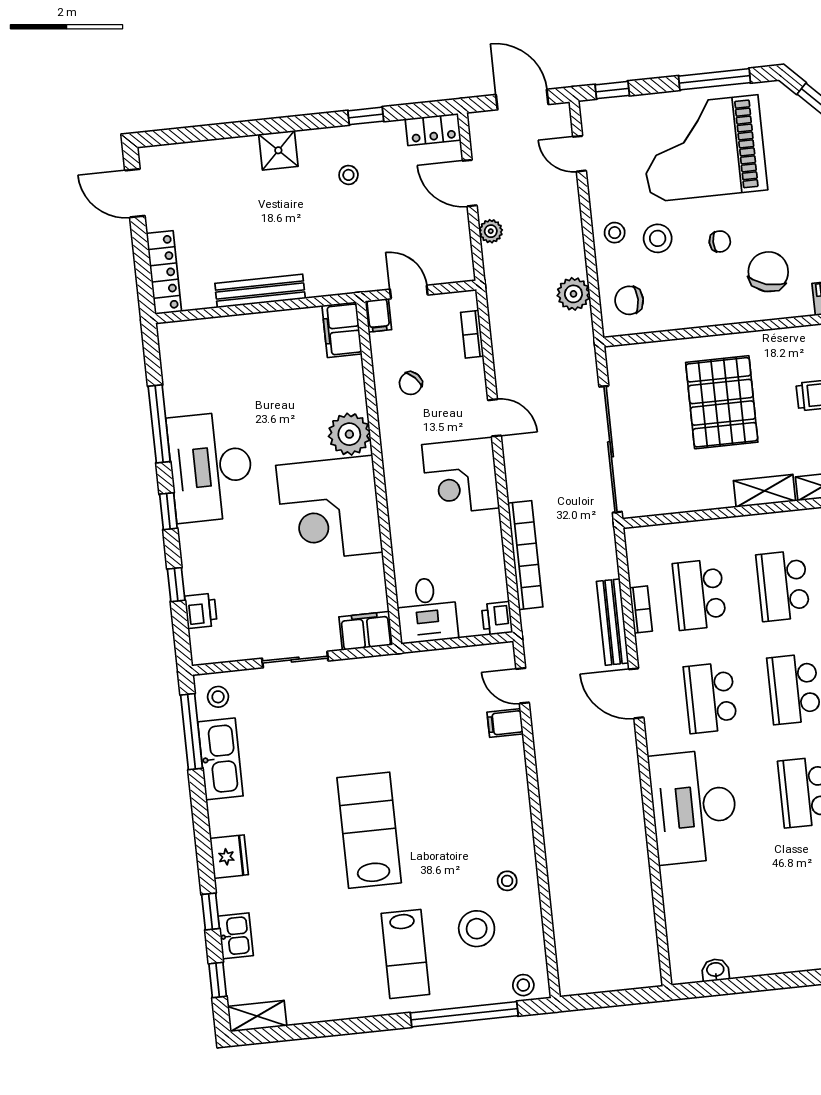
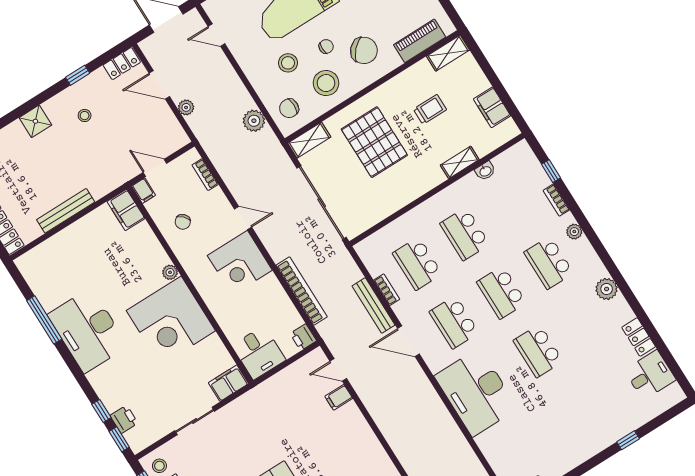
stool: (615, 233) -> (326, 83), moved, width x1.89, depth x1.89
chair: (768, 272) -> (364, 50), turned 117
plant: (349, 434) -> (170, 272), width x0.53, depth x0.53
shelving: (765, 491) -> (309, 140), moved
window: (168, 511) -> (119, 439), moved

